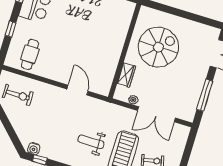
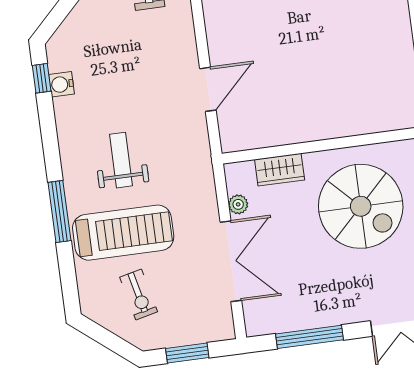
double door: (156, 114) -> (231, 261), swing flipped
water cooler: (34, 149) -> (62, 84), moved
window: (188, 151) -> (187, 353), added

